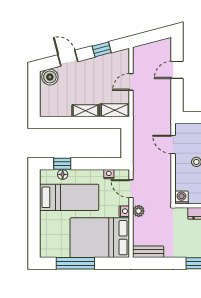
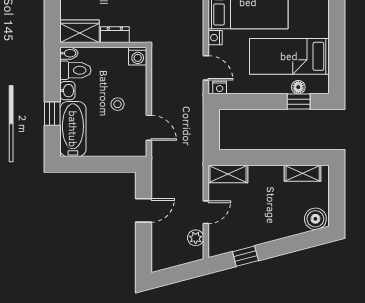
door: (68, 58) -> (291, 244), removed
door: (177, 70) -> (144, 210), moved
shelving: (86, 111) -> (303, 173), moved
nightstand: (109, 174) -> (220, 88), moved
plant: (139, 211) -> (196, 238), moved

